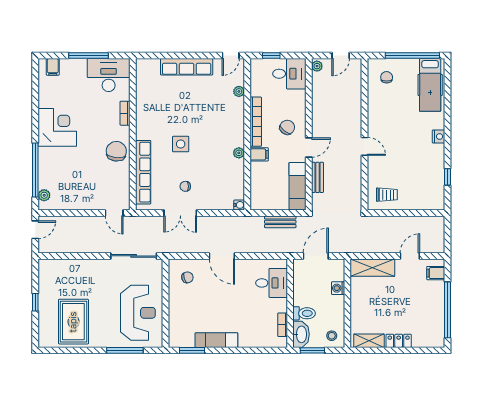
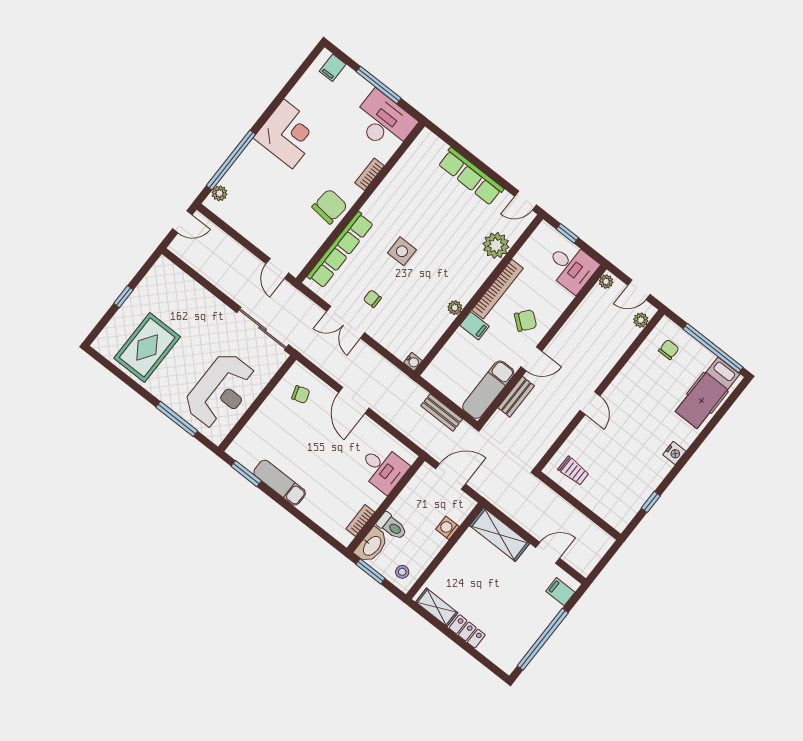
plant: (356, 73) -> (641, 320), added
plant: (239, 91) -> (496, 245), width x1.87, depth x1.87

